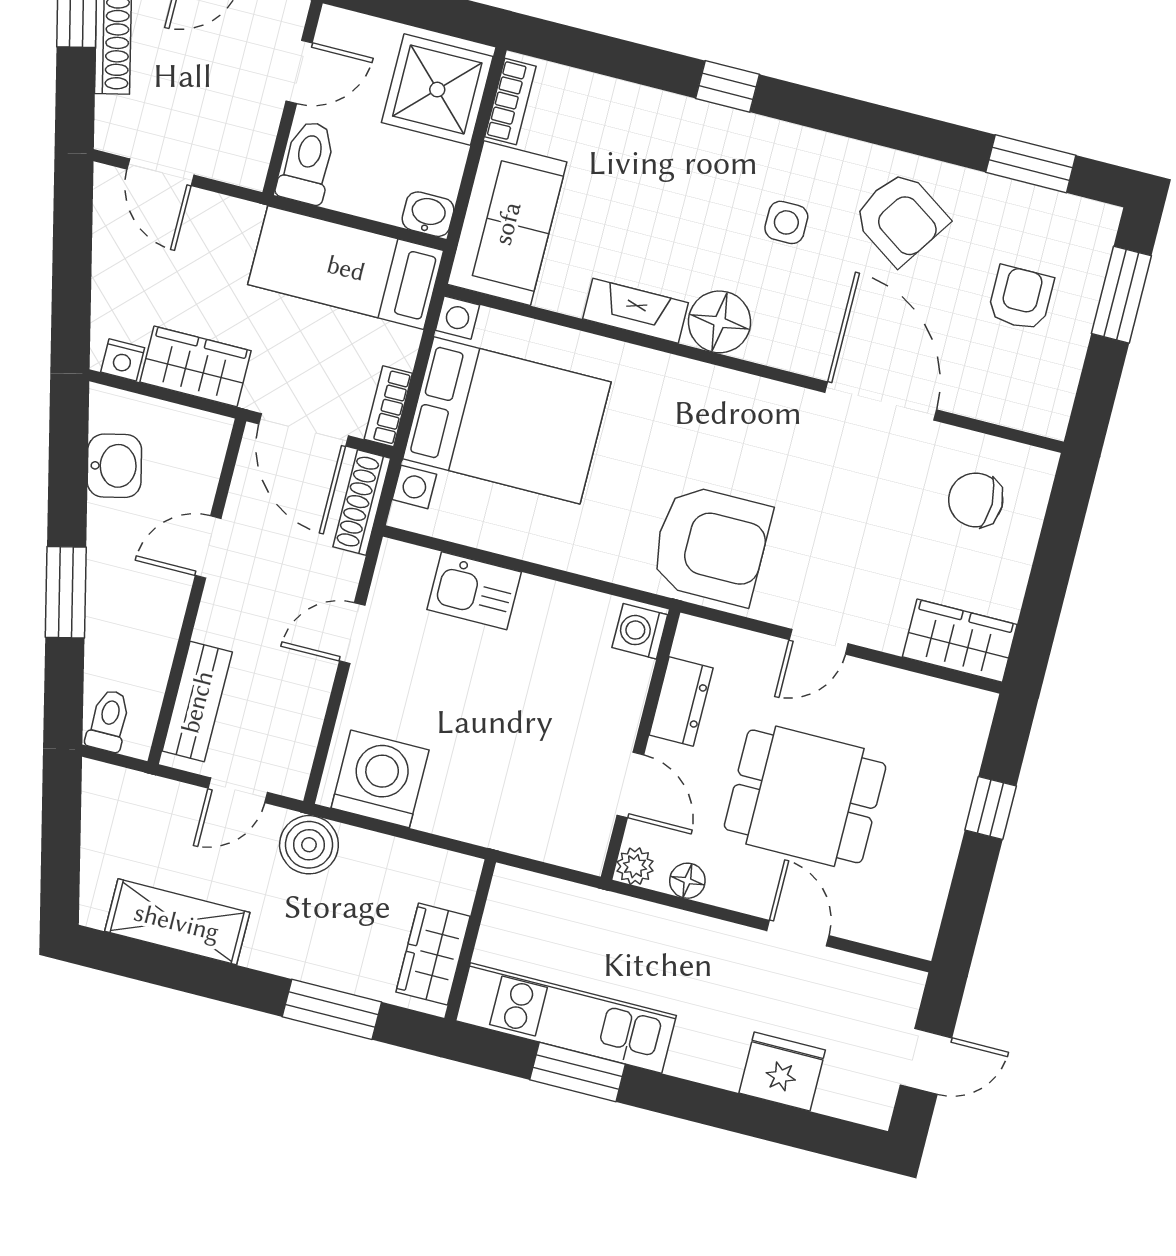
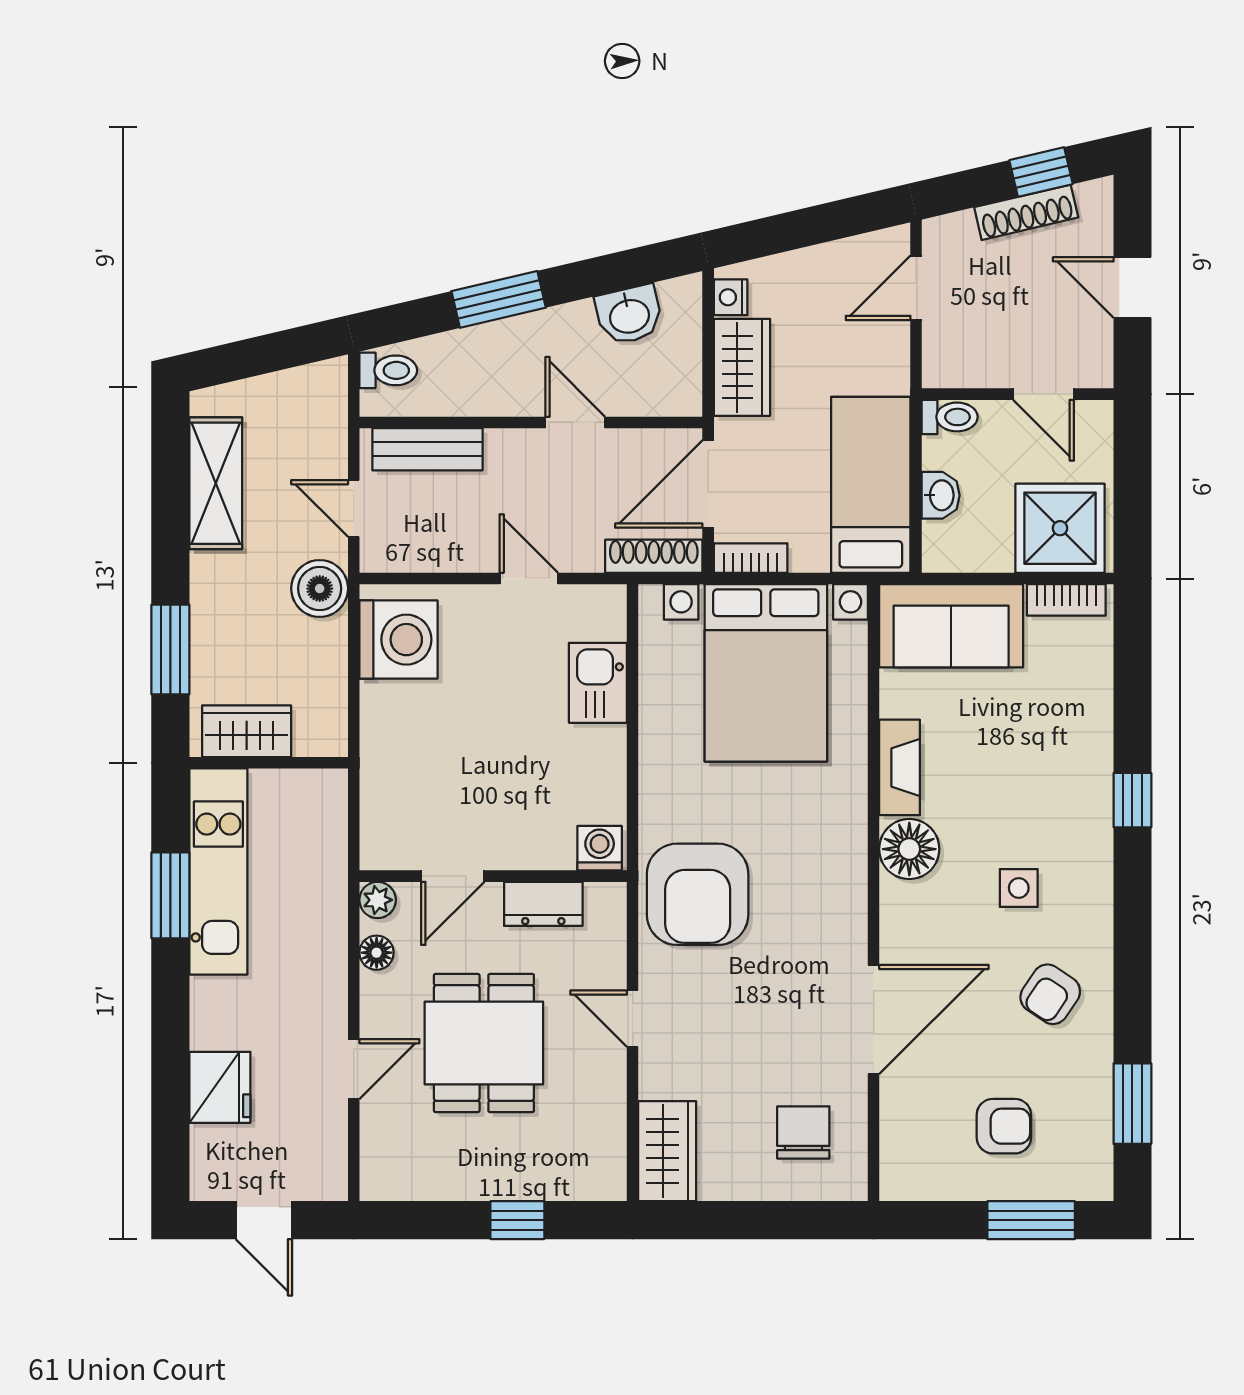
toilet: (307, 162) -> (950, 417), width x0.73, depth x0.72
washbasin: (428, 214) -> (941, 495), moved
armchair: (901, 218) -> (1050, 994), width x0.72, depth x0.72

